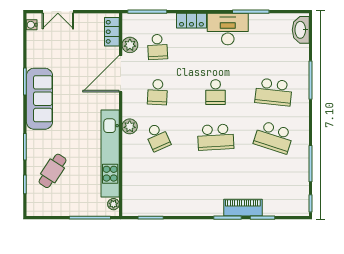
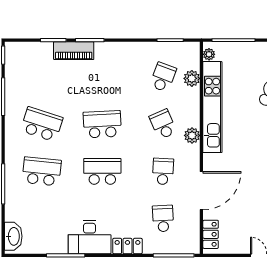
plant: (130, 45) -> (192, 78), moved
school desk: (216, 92) -> (102, 171), width x1.85
school desk: (157, 182) -> (163, 77), added

